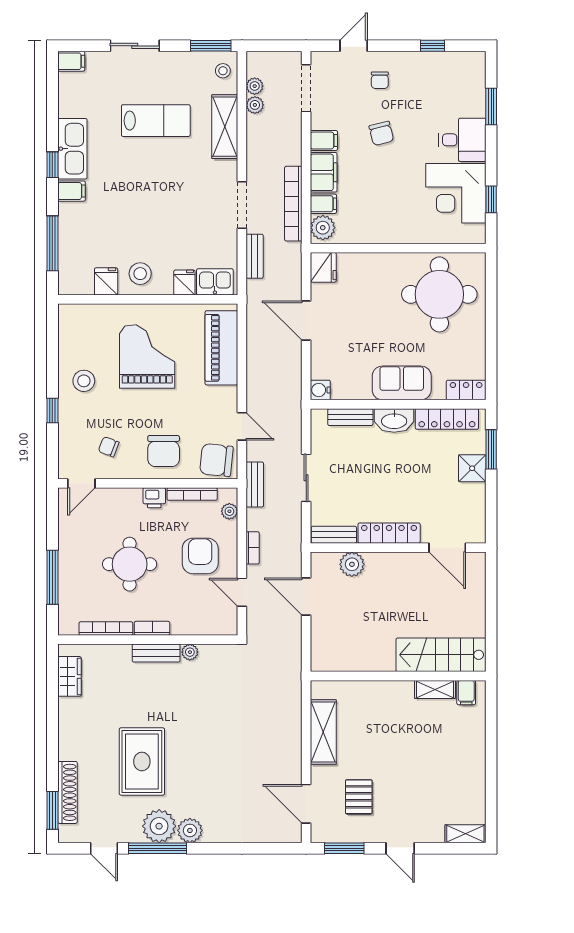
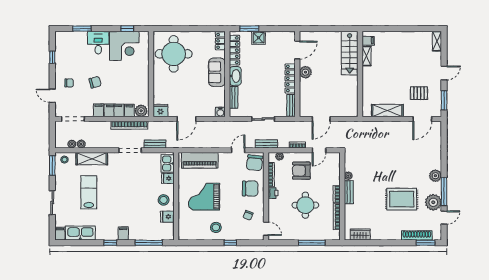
kitchen sink: (72, 149) -> (80, 233), moved
plant: (352, 564) -> (305, 72), moved
plant: (159, 826) -> (433, 202), moved

